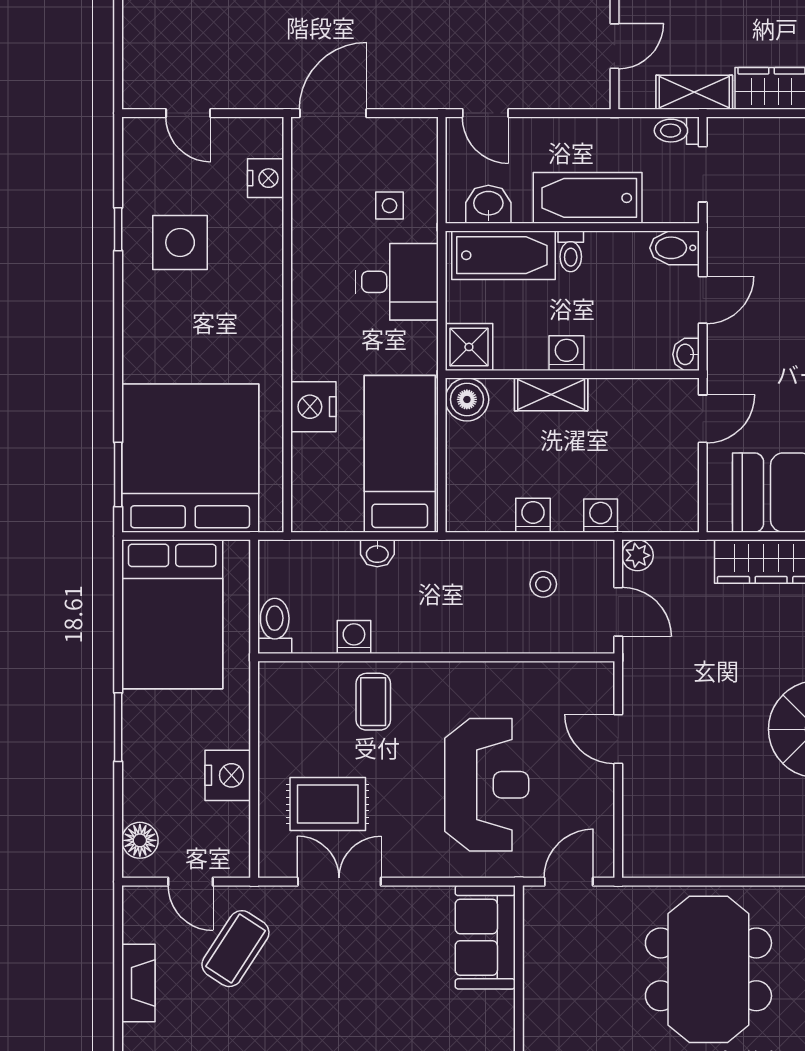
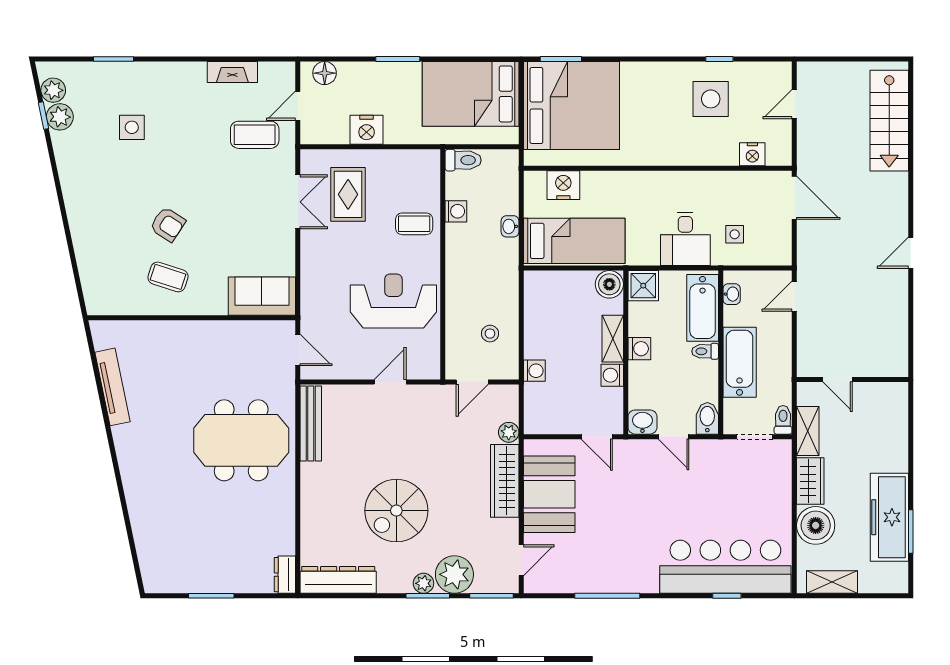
washbasin: (488, 204) -> (732, 294), width x0.72, depth x0.69
washbasin: (686, 354) -> (642, 422), width x1.38, depth x1.45
nightstand: (313, 407) -> (563, 185), moved
washing machine: (533, 515) -> (612, 375), moved, turned 180
plant: (637, 555) -> (509, 432), moved
reception desk: (487, 785) -> (393, 301), moved, turned 180
bench: (682, 862) -> (311, 423), added
coffee table: (235, 949) -> (255, 135), turned -33

